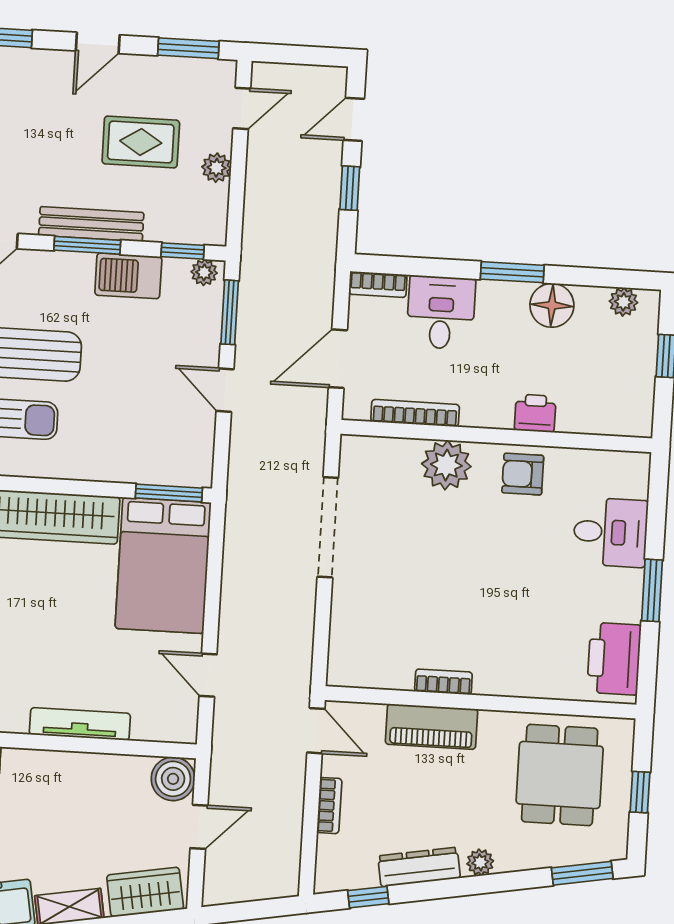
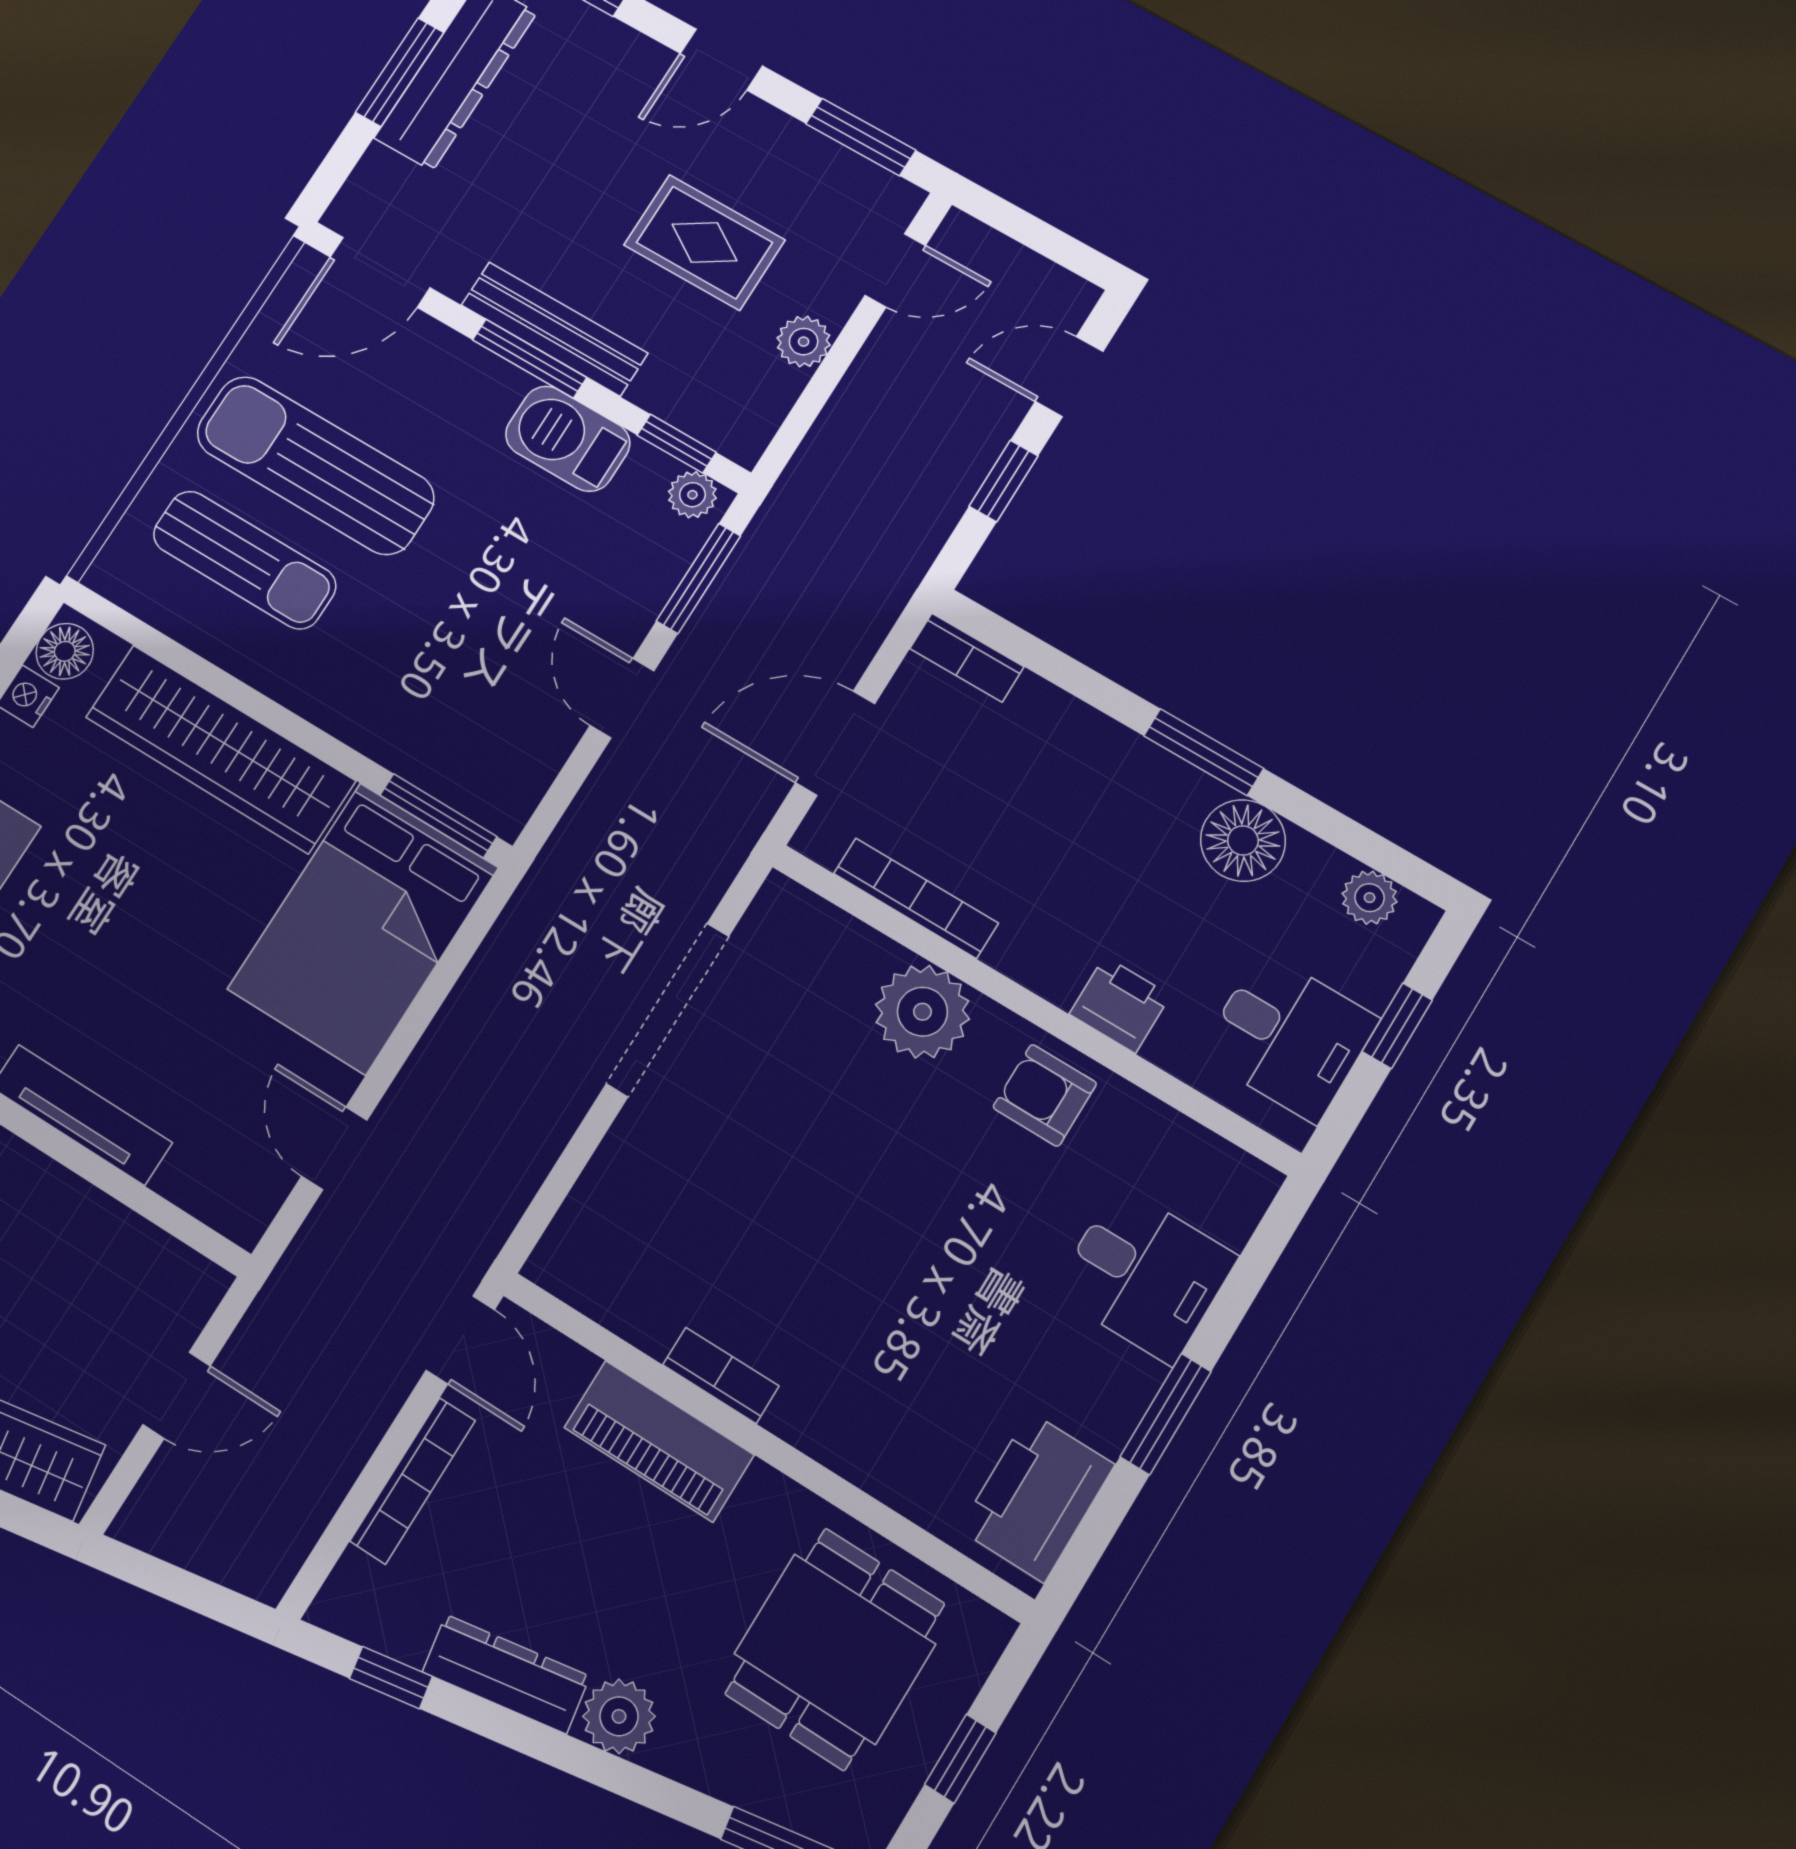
desk: (441, 312) -> (1289, 1037), moved, turned 90
boiler: (173, 779) -> (180, 1290), removed
bookcase: (329, 806) -> (413, 1481), width x1.56
plant: (480, 862) -> (619, 1716), width x1.38, depth x1.38

